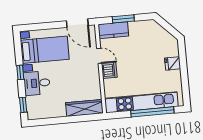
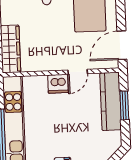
kitchen counter: (113, 30) -> (111, 101), width x1.50

